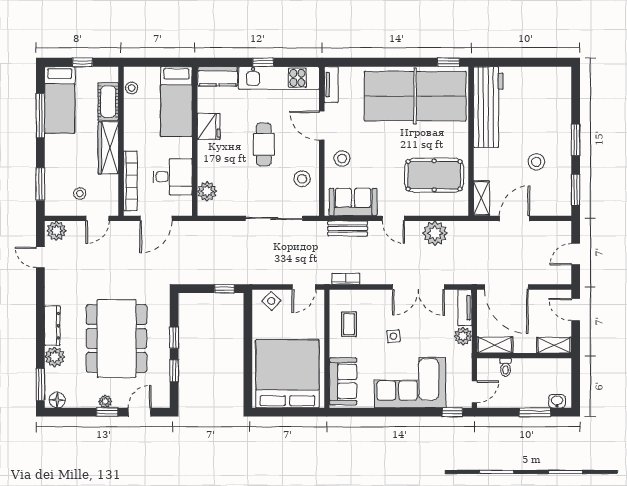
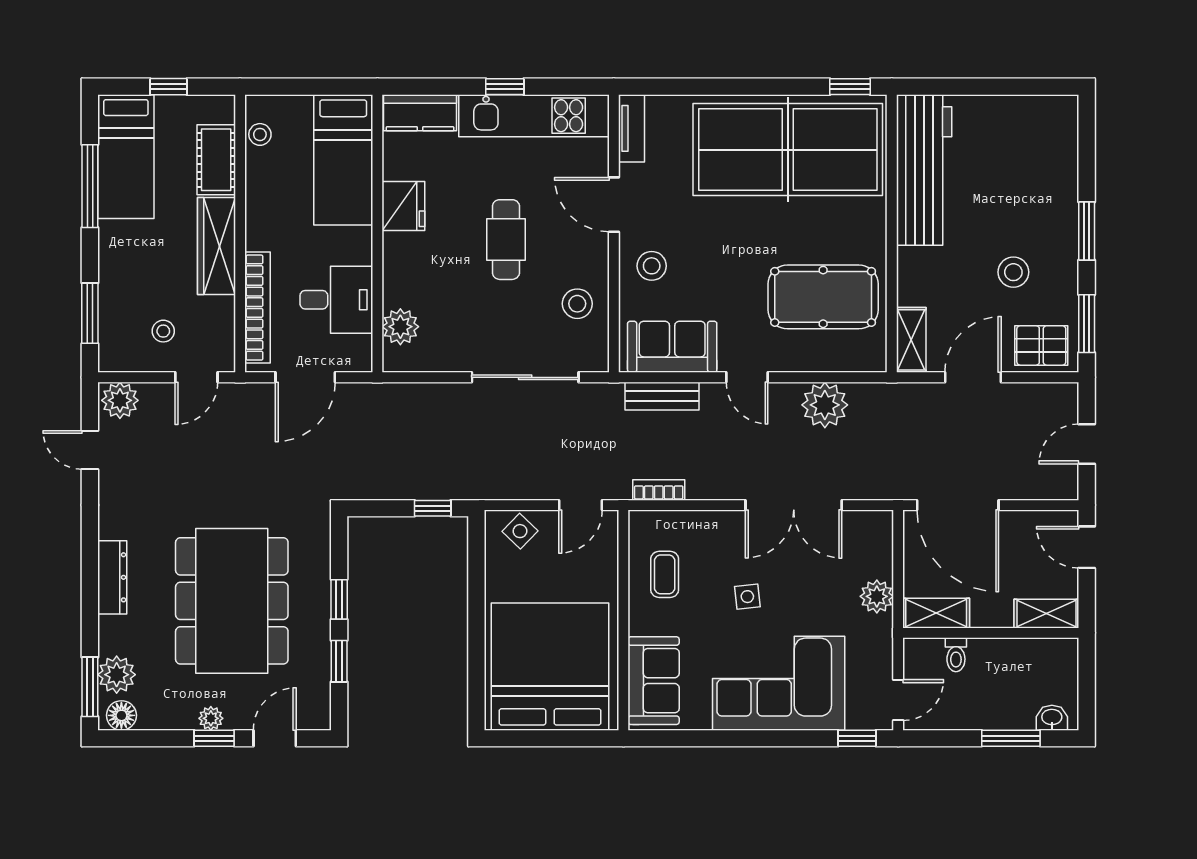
pallet: (551, 201) -> (1041, 345), added
tv unit: (465, 308) -> (880, 544), removed
plant: (55, 357) -> (117, 675), moved

